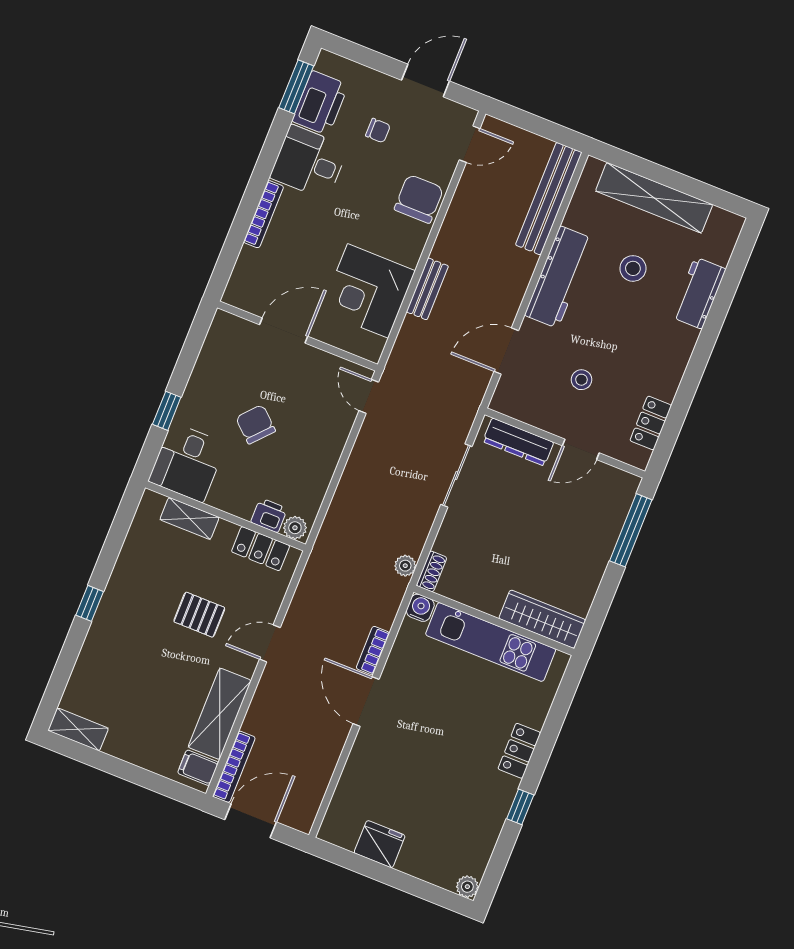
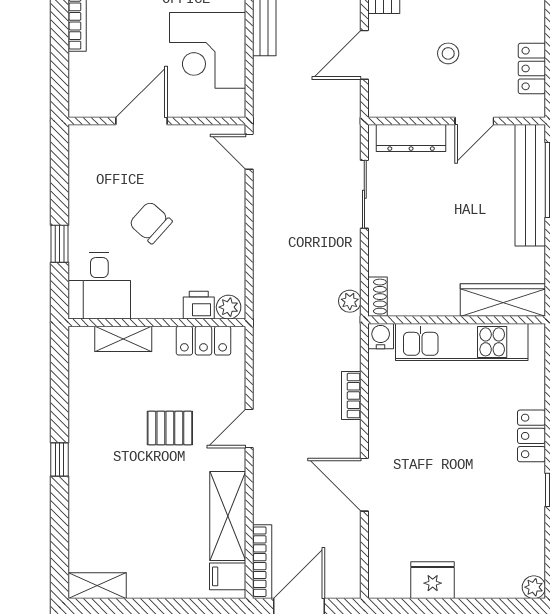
bench: (608, 527) -> (530, 185), added
door: (366, 702) -> (364, 485), moved

